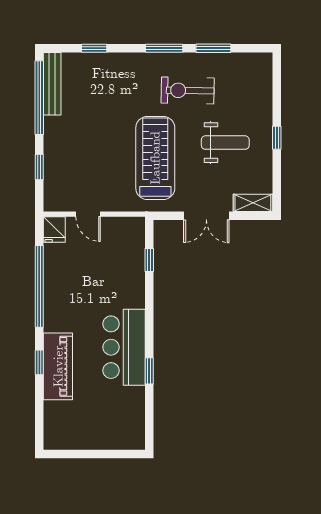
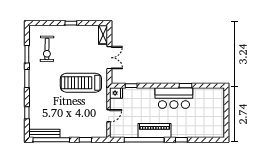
exercise bike: (188, 90) -> (47, 49), moved
weight bench: (225, 143) -> (73, 48), removed
fridge: (54, 230) -> (116, 93), moved
piano: (58, 366) -> (155, 131), moved

